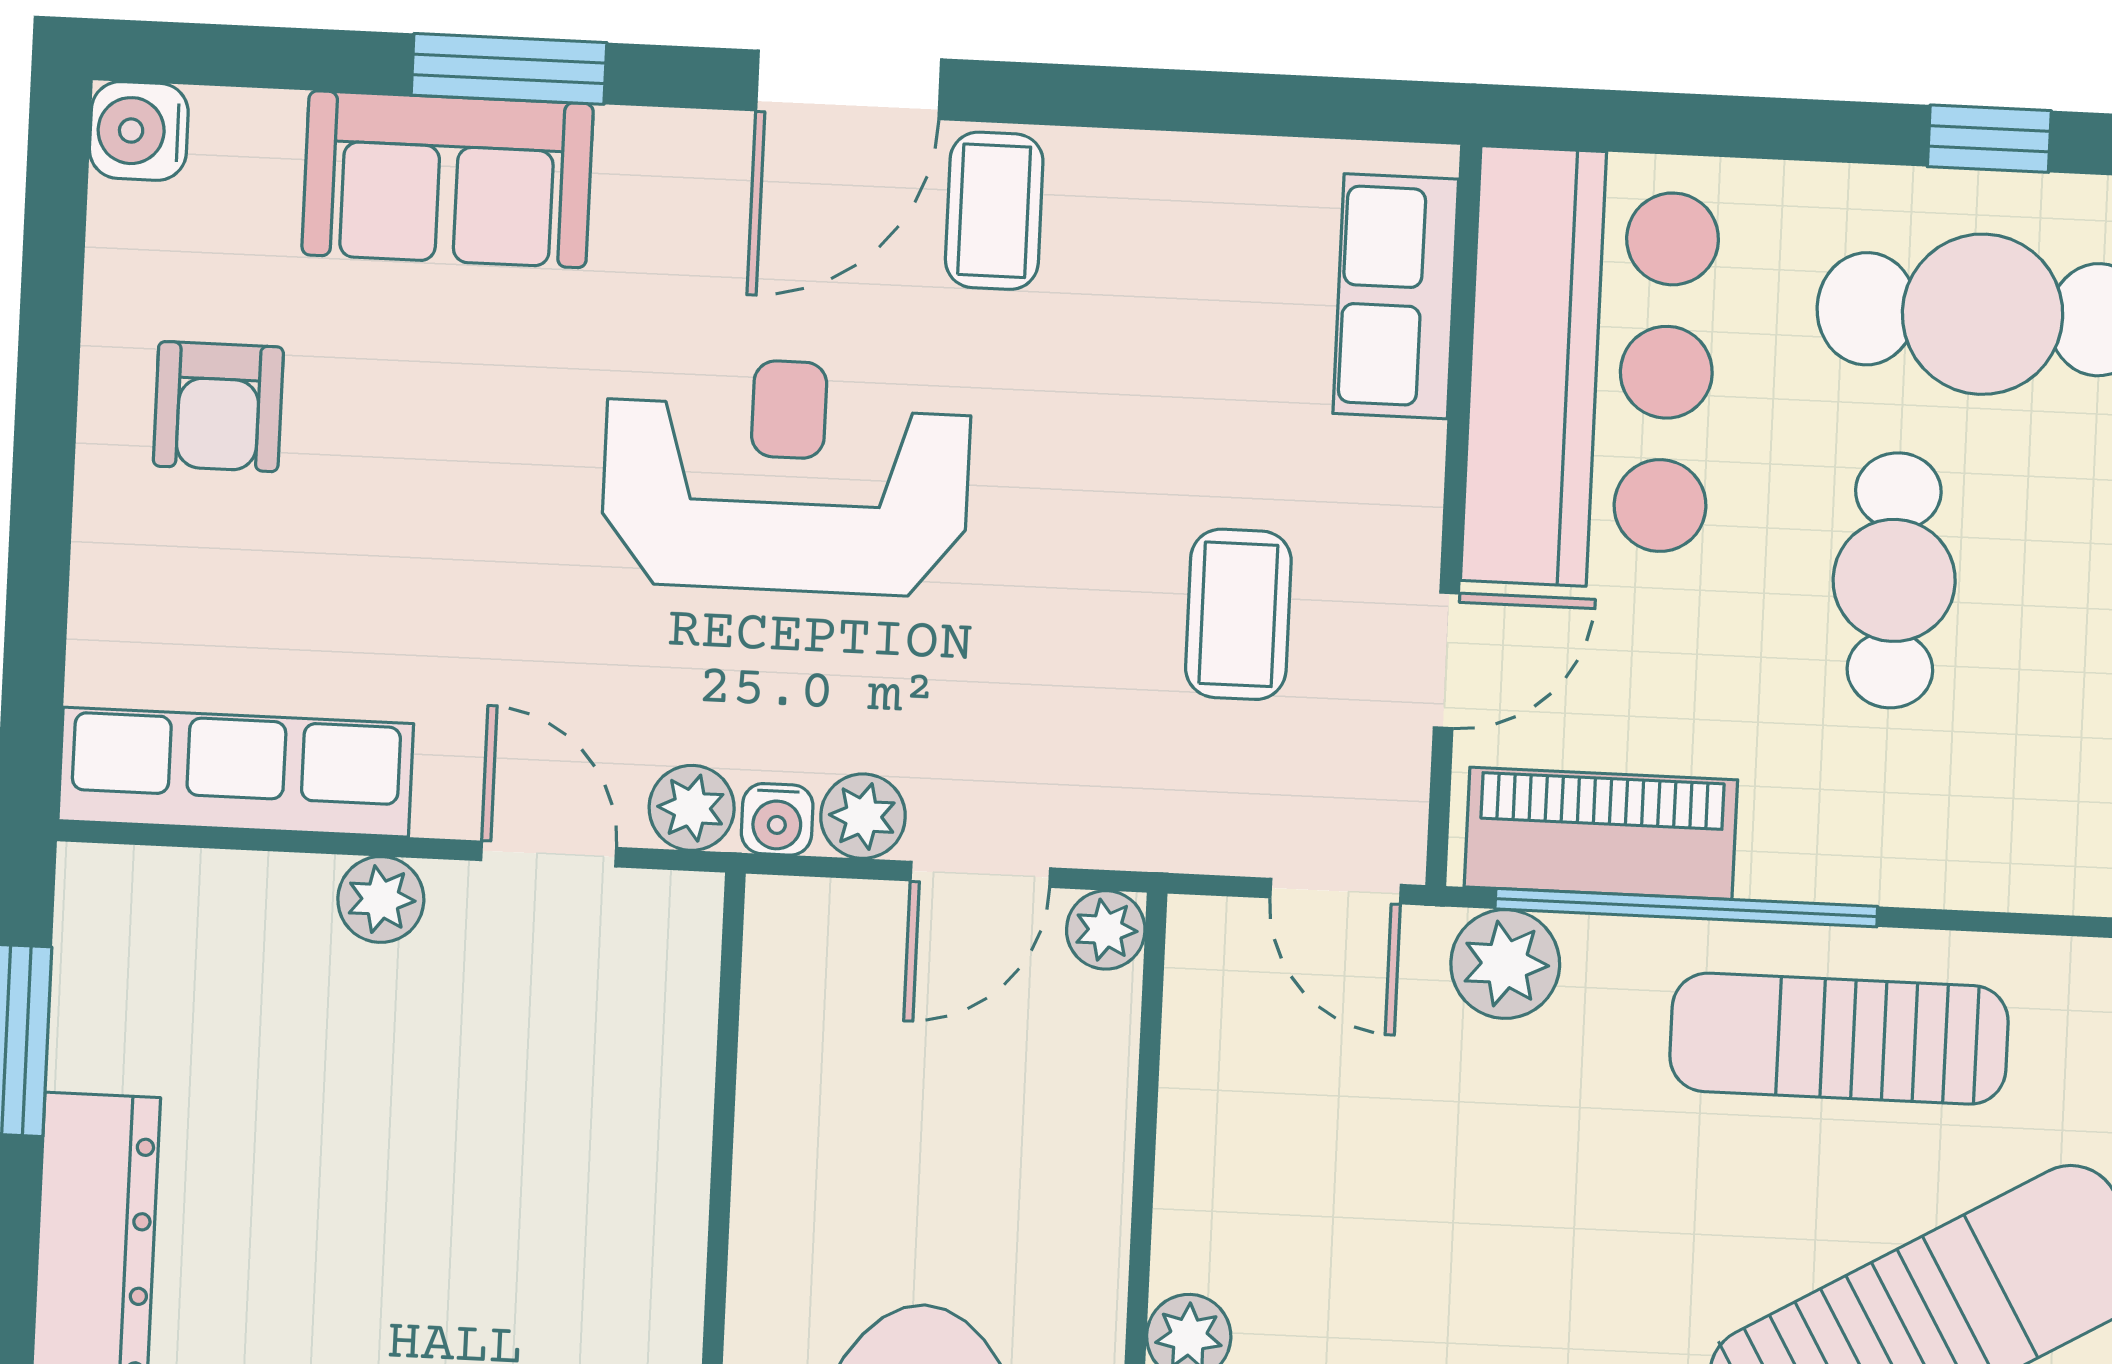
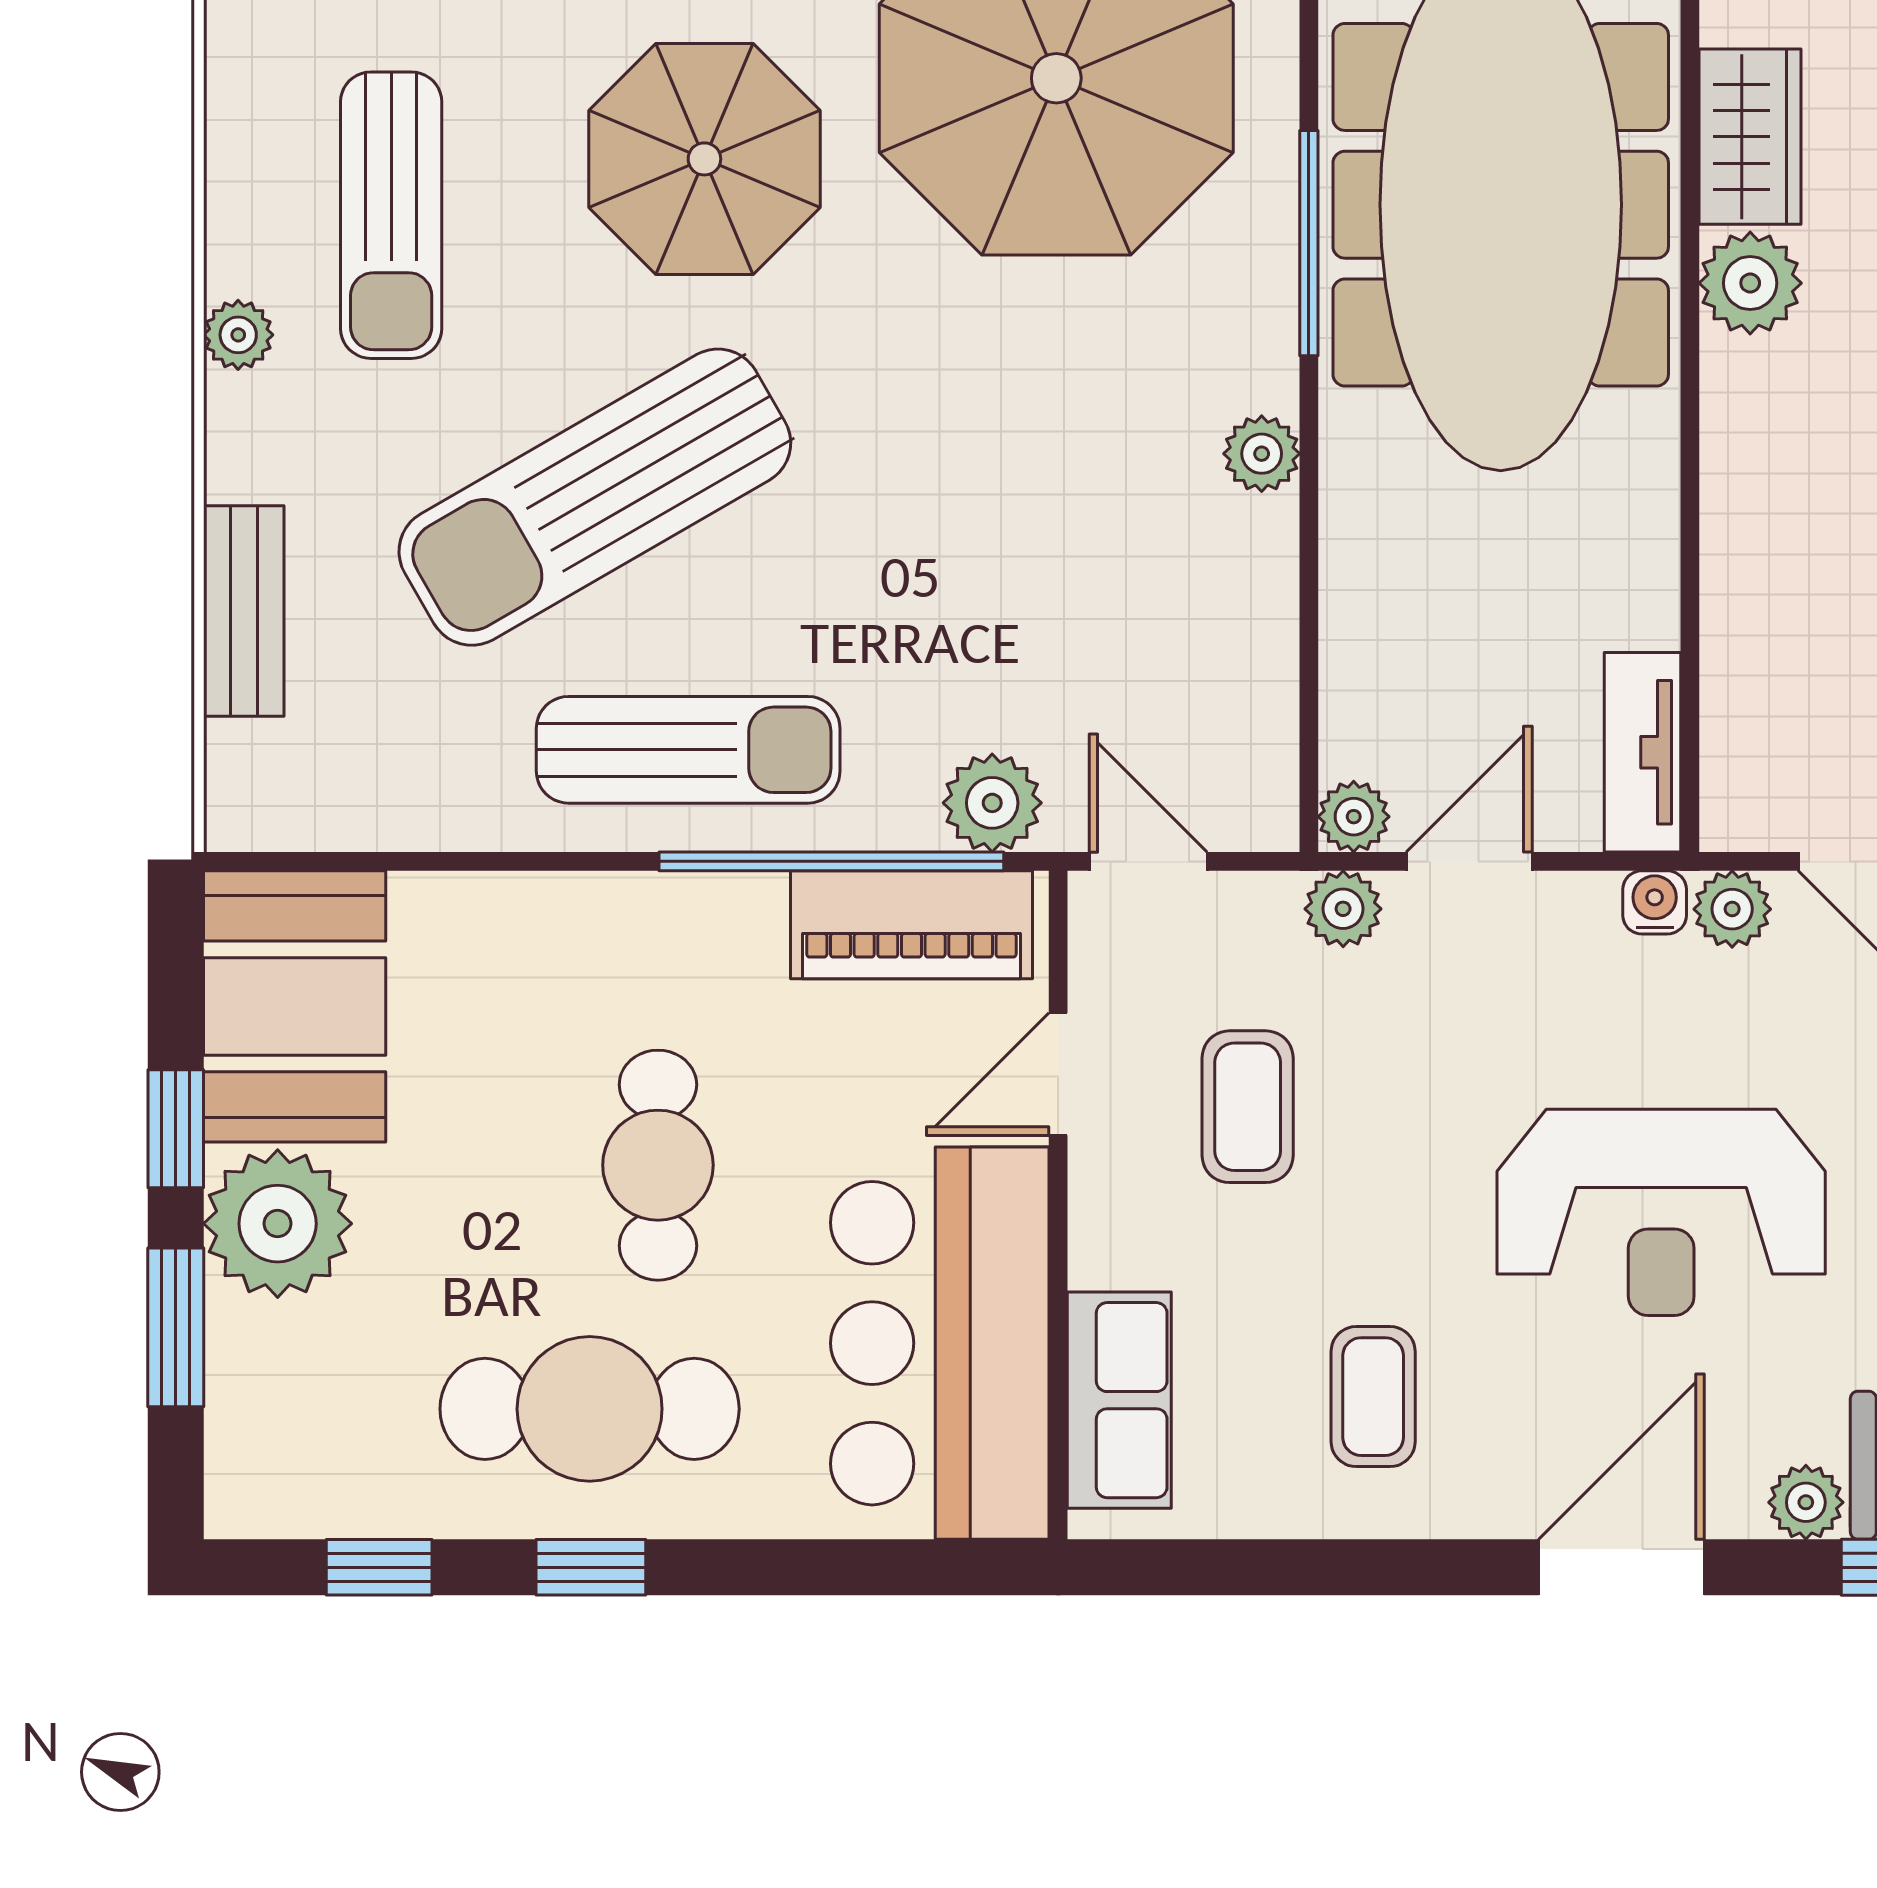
plant: (641, 147) -> (1806, 1502), added
coffee table: (994, 211) -> (1373, 1397), moved
plant: (863, 816) -> (1343, 909), moved
tv unit: (783, 986) -> (1642, 752), added

